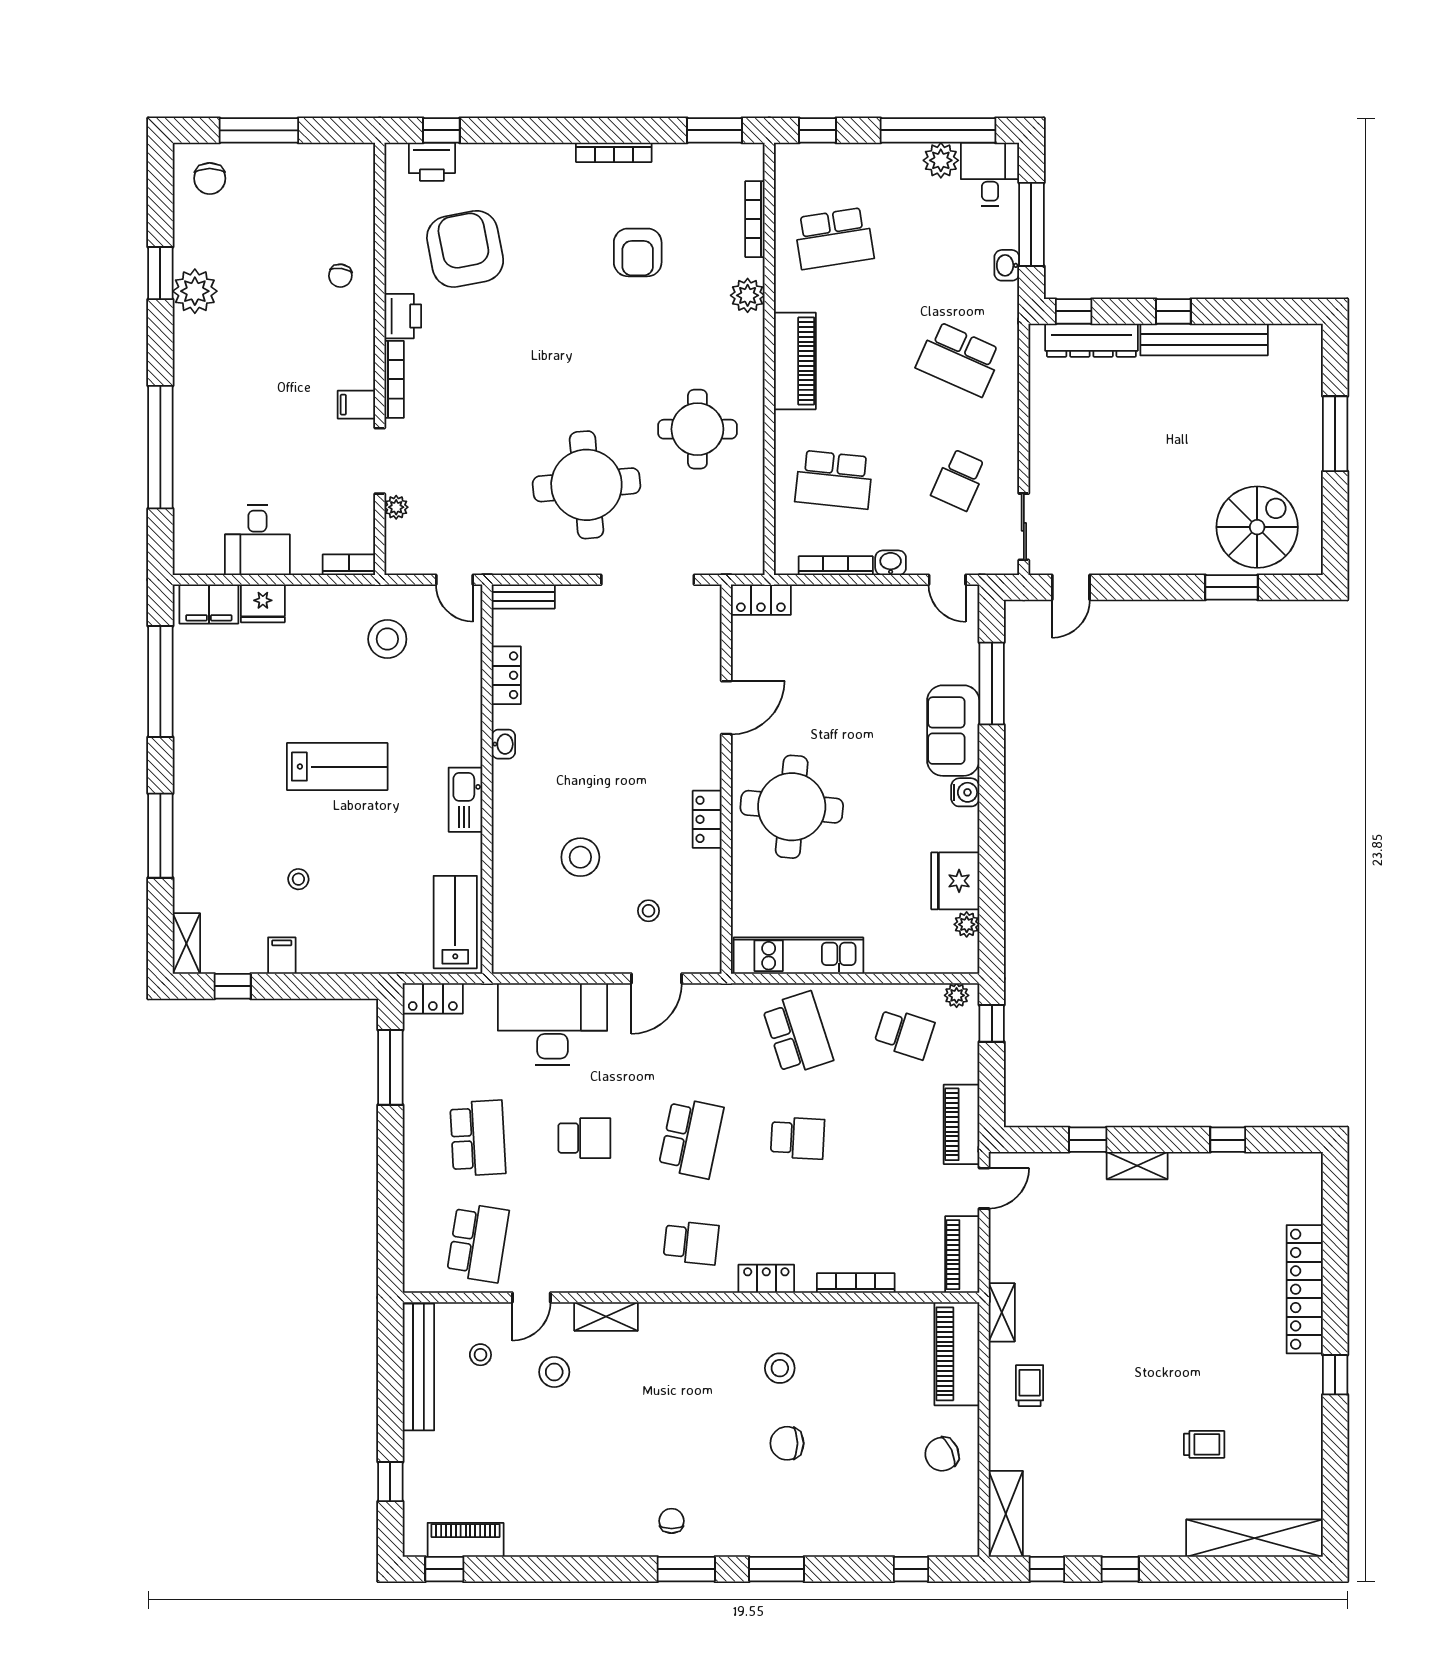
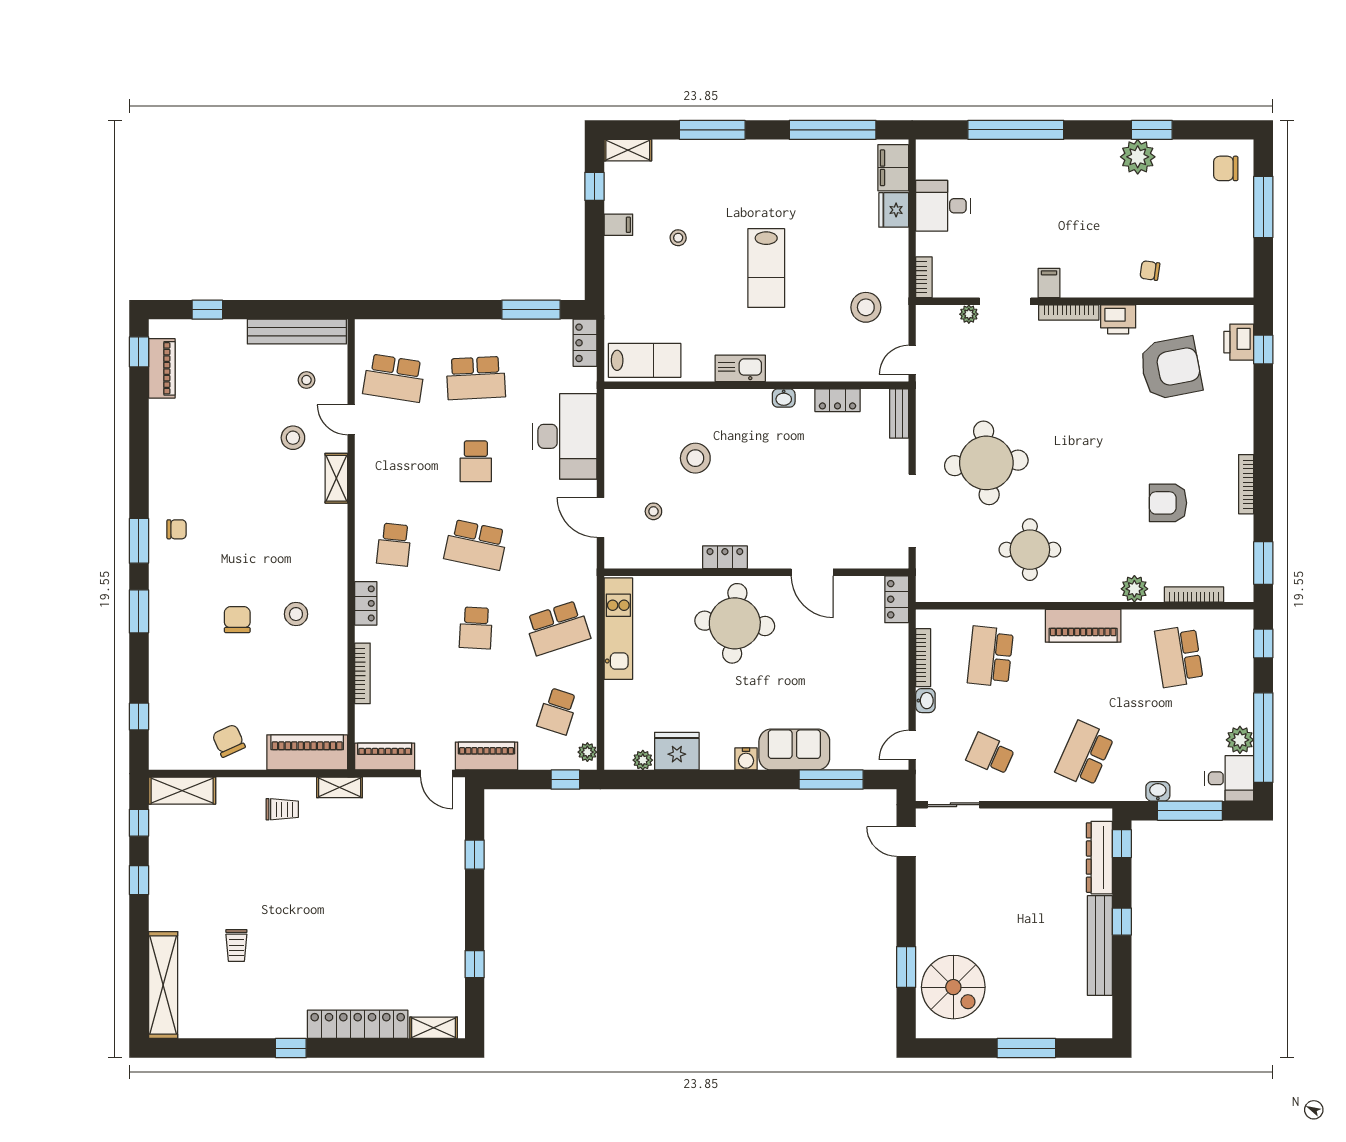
shelving: (1137, 1166) -> (434, 1028), moved, turned 90

